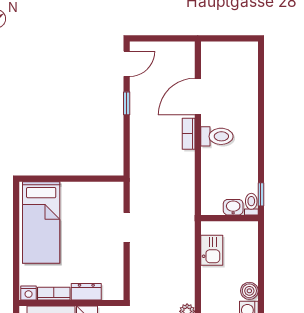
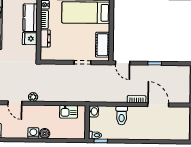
door: (127, 64) -> (123, 63), moved
toilet: (217, 136) -> (122, 115), moved
cot: (96, 193) -> (103, 45), added
washbasin: (233, 207) -> (94, 111), moved

